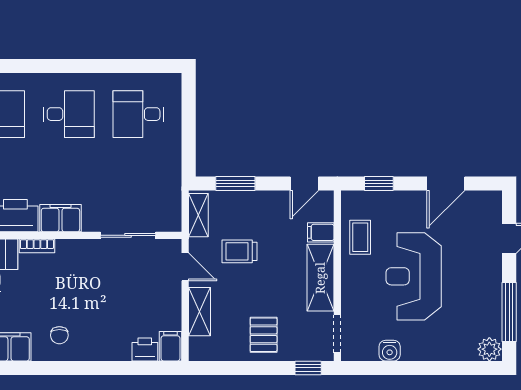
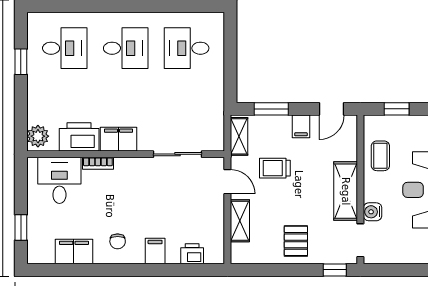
filing cabinet: (321, 232) -> (301, 126), moved, turned -90
filing cabinet: (170, 346) -> (155, 251), moved
water cooler: (390, 351) -> (373, 212), moved, turned 90

